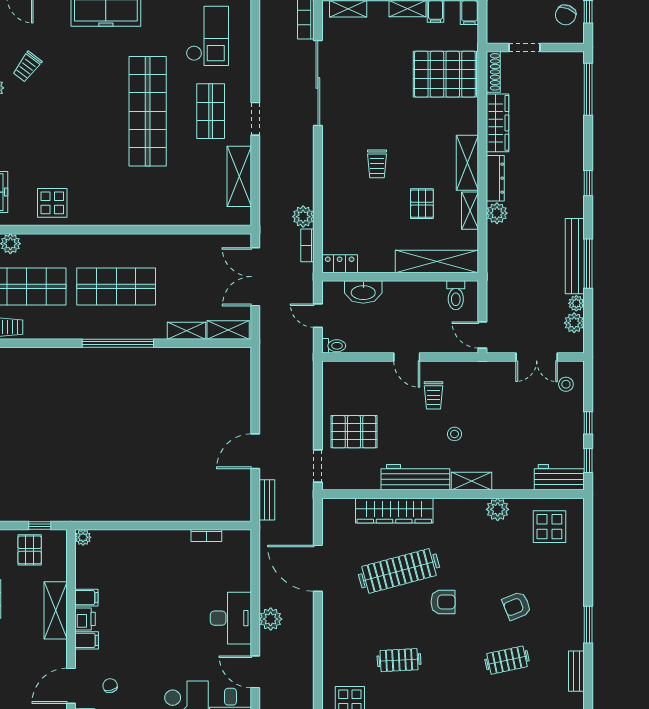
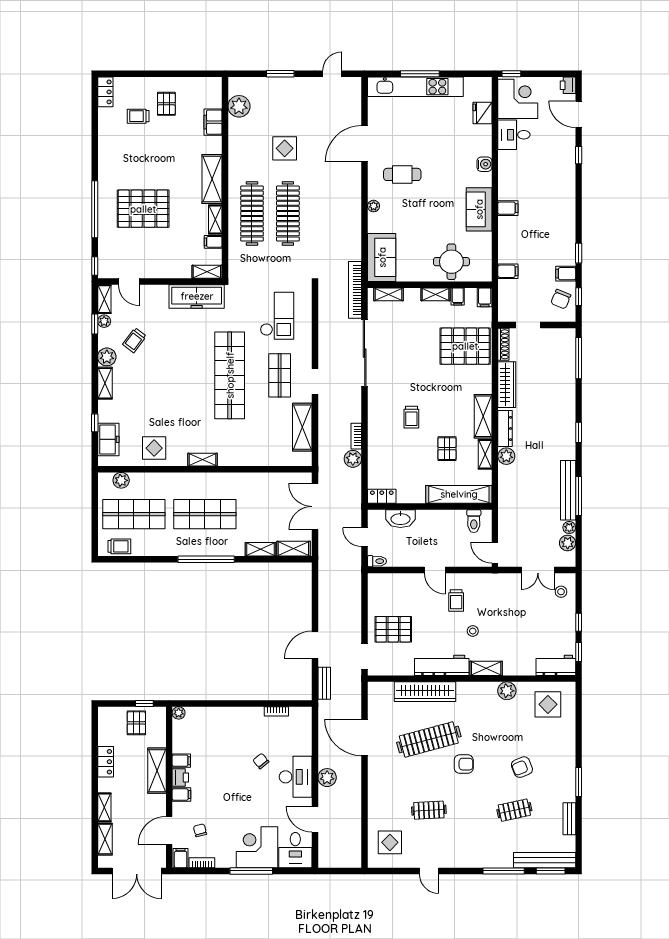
shelving: (113, 217) -> (203, 460), added
bookcase: (307, 245) -> (356, 436), moved
chair: (187, 598) -> (261, 761), added

